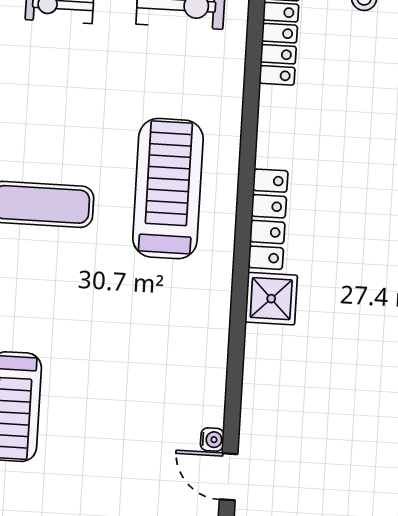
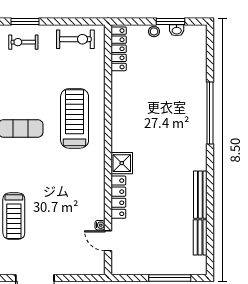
locker: (268, 219) -> (118, 197), moved

